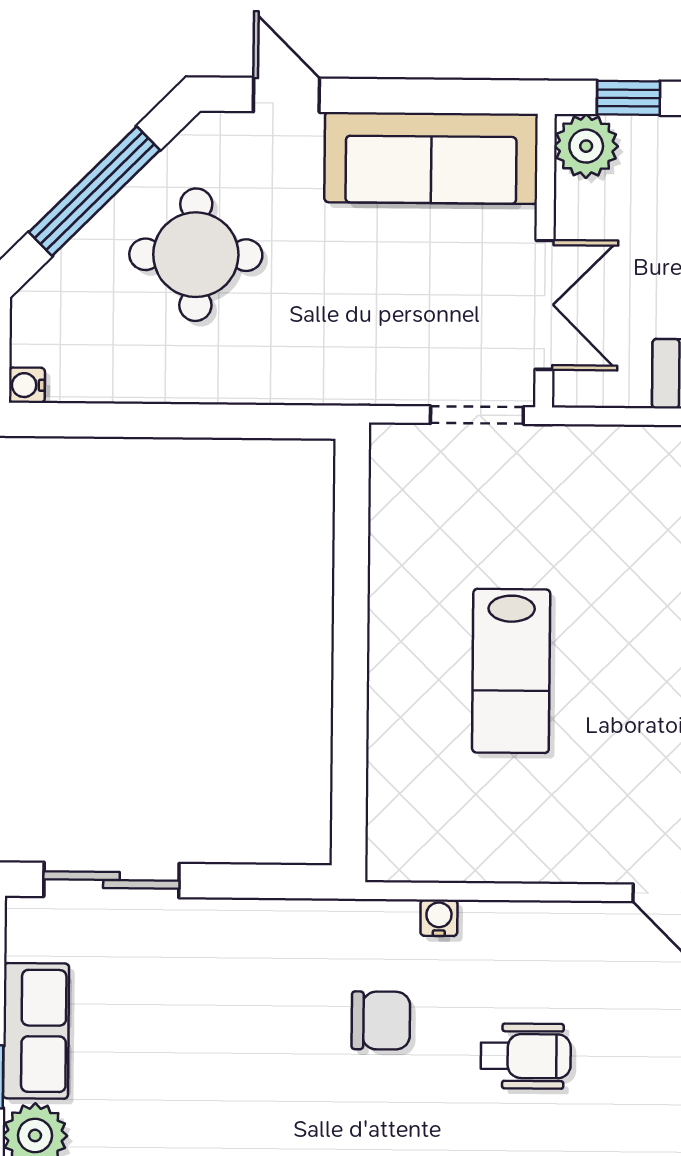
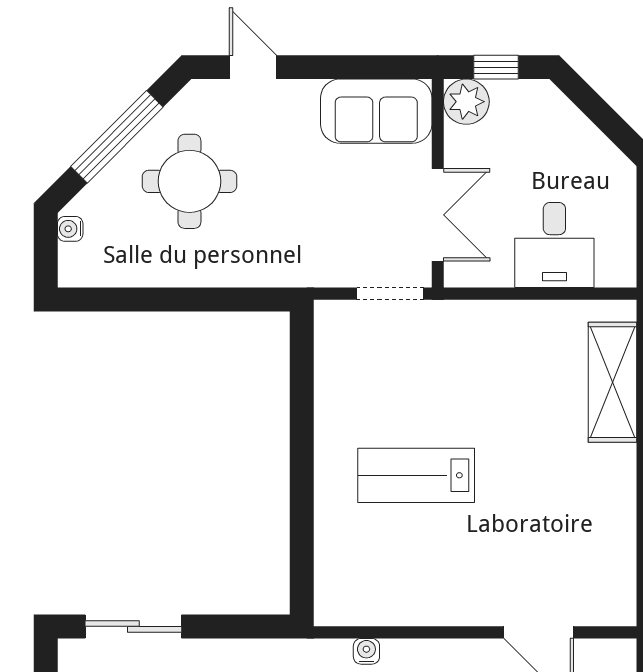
sofa: (431, 158) -> (376, 111), width x0.73
water cooler: (27, 385) -> (70, 229), moved
lab bench: (511, 671) -> (416, 475), turned 90

